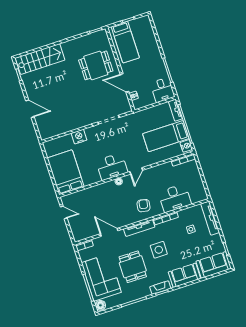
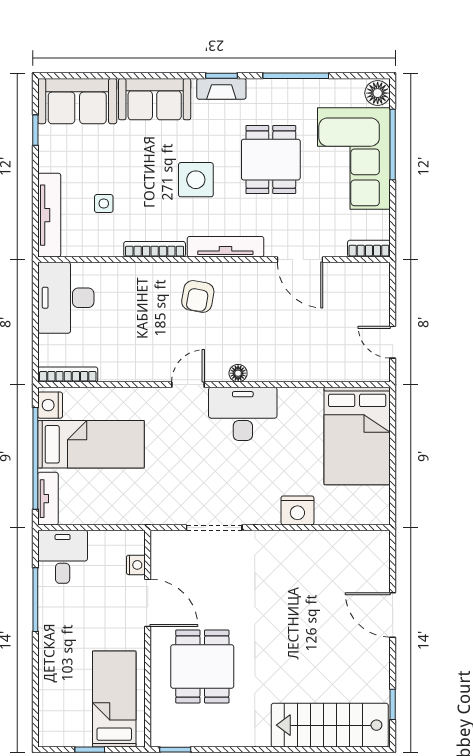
dining table: (96, 65) -> (202, 666), turned 90
desk: (175, 198) -> (66, 298), moved, turned -90

